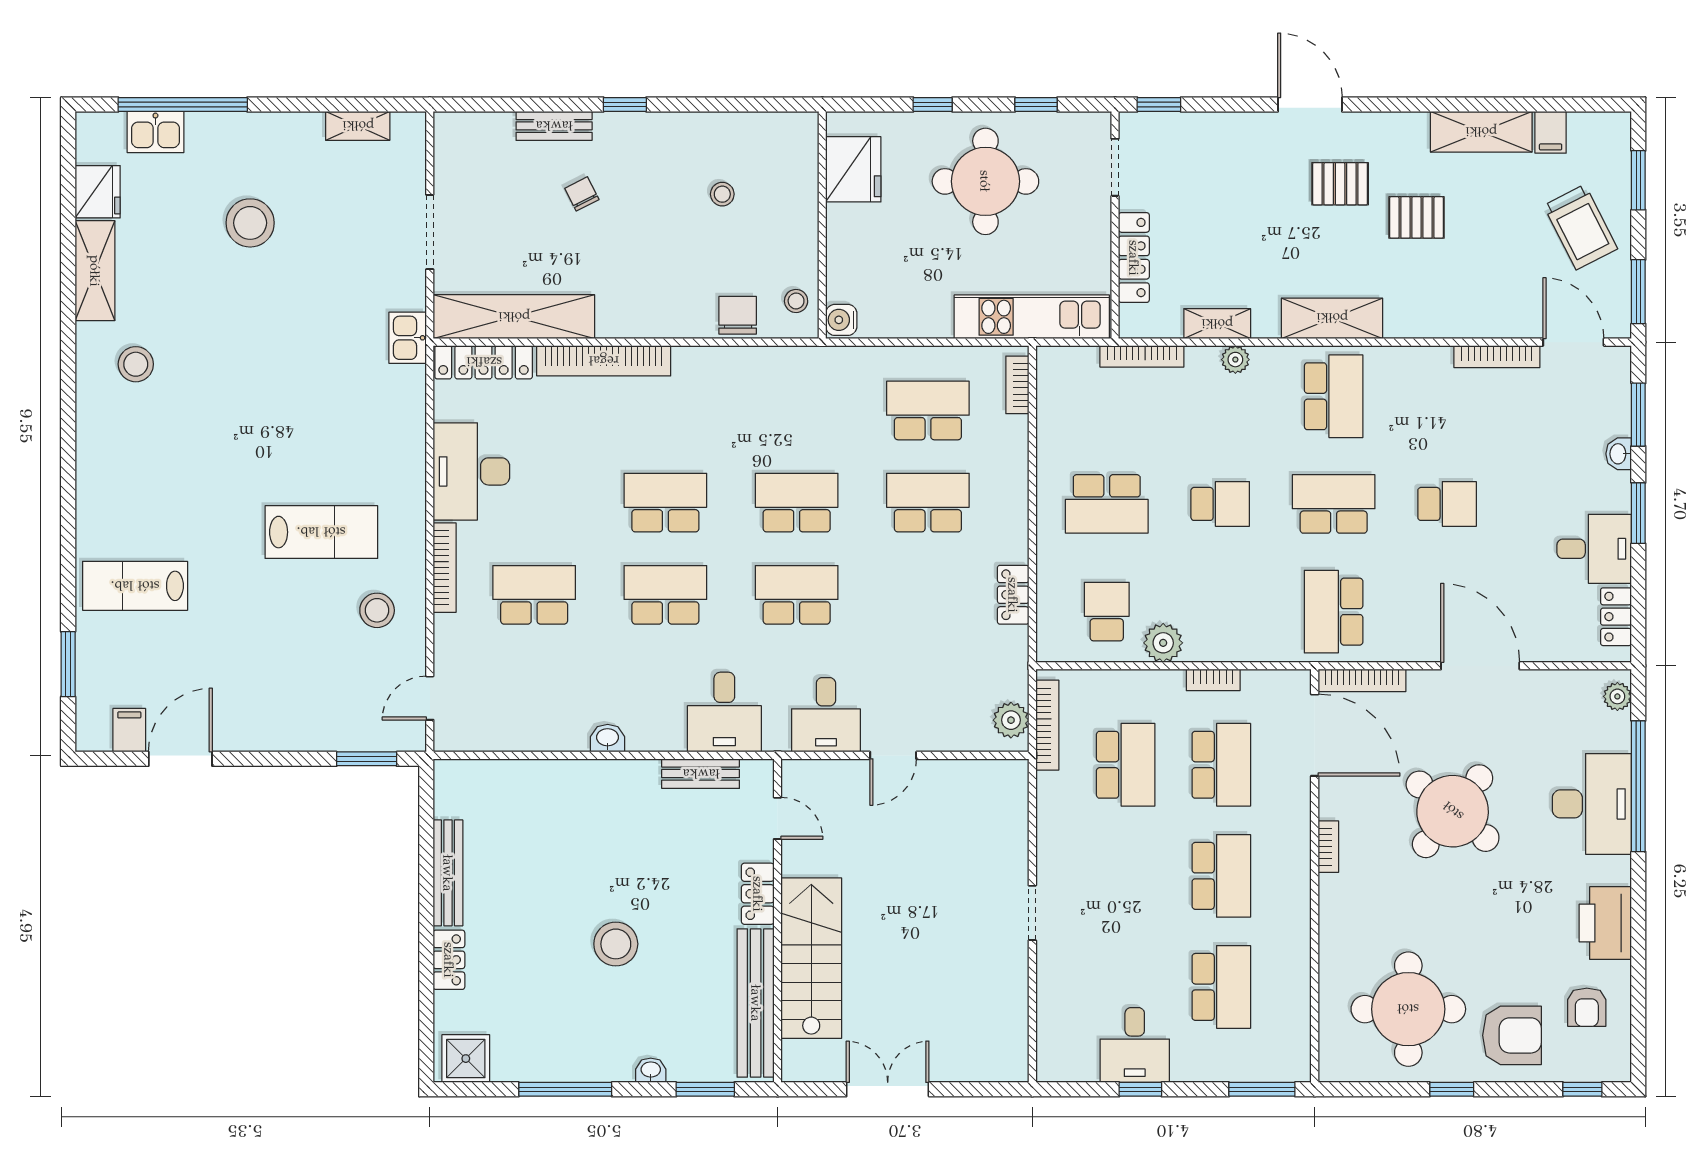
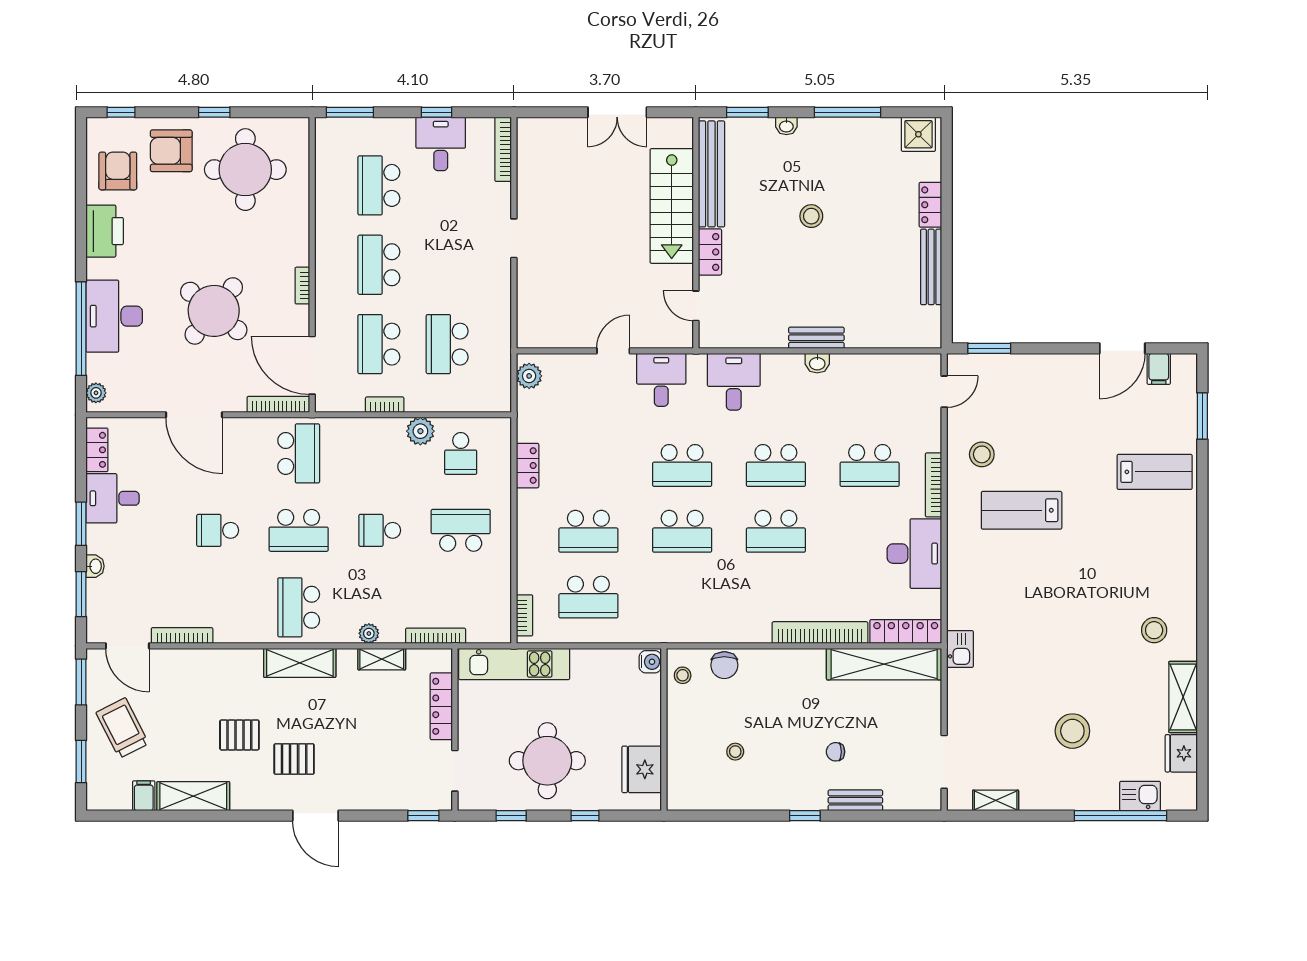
chair: (582, 194) -> (836, 752), turned 117
doorway: (430, 232) -> (944, 762), moved
bookcase: (1047, 725) -> (503, 149), moved
bench: (701, 774) -> (816, 338), moved
stool: (616, 944) -> (811, 216), width x0.73, depth x0.73
armchair: (1587, 1007) -> (118, 171), width x1.38, depth x1.38

